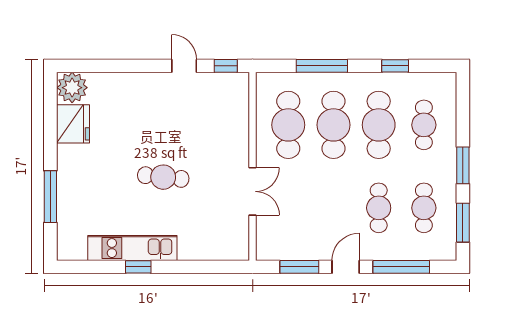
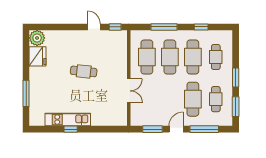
cafe table: (163, 177) -> (84, 71), moved
cafe table: (379, 208) -> (193, 99), width x1.37, depth x1.35

